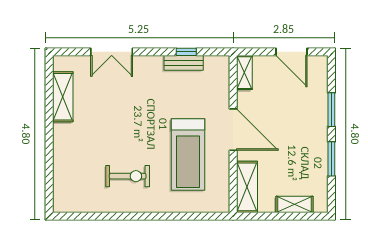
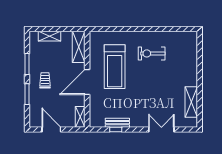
door: (233, 130) -> (87, 82), hinge flipped
trolley: (302, 132) -> (45, 80), added
treadmill: (188, 154) -> (115, 67), turned 180

